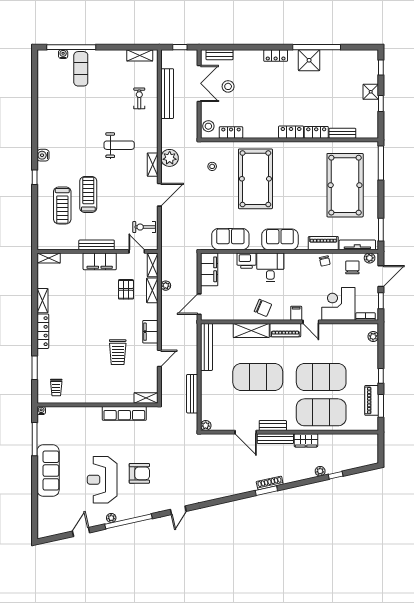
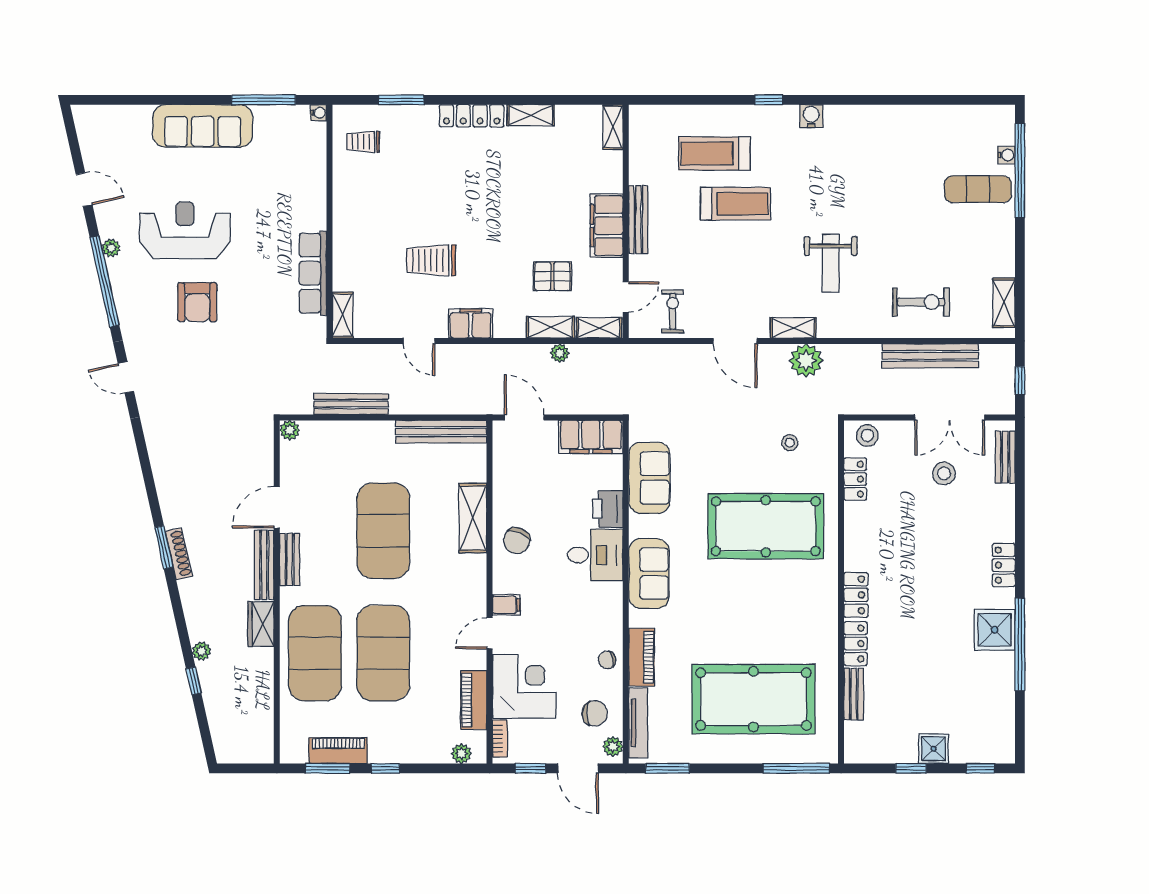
exercise bike: (139, 98) -> (921, 302), width x1.38, depth x1.39
piano: (285, 330) -> (474, 700), moved

